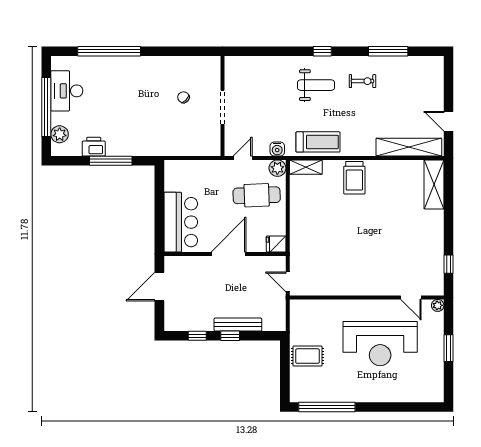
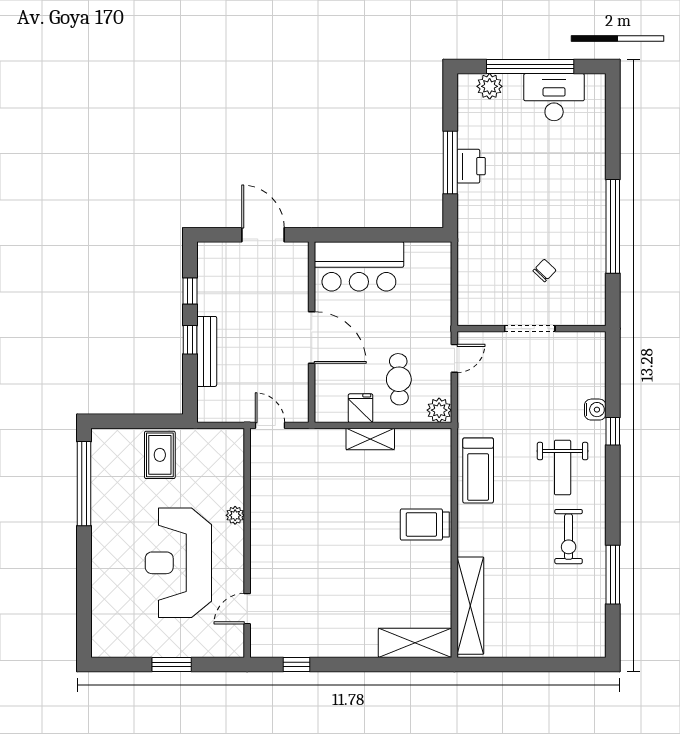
window: (109, 51) -> (613, 226), moved
window: (322, 51) -> (613, 431), moved
exercise bike: (362, 81) -> (569, 537), width x1.38, depth x1.39
door: (448, 121) -> (509, 664), removed
printer: (94, 147) -> (471, 166), moved
water cooler: (277, 149) -> (595, 410), moved, turned 180
door: (243, 158) -> (454, 358), hinge flipped
shelving: (306, 167) -> (370, 439), moved, turned 90
cafe table: (257, 195) -> (399, 379), width x0.73, depth x0.74
fridge: (276, 244) -> (361, 408), moved
door: (288, 282) -> (270, 425), hinge flipped
plant: (438, 305) -> (235, 515), moved

